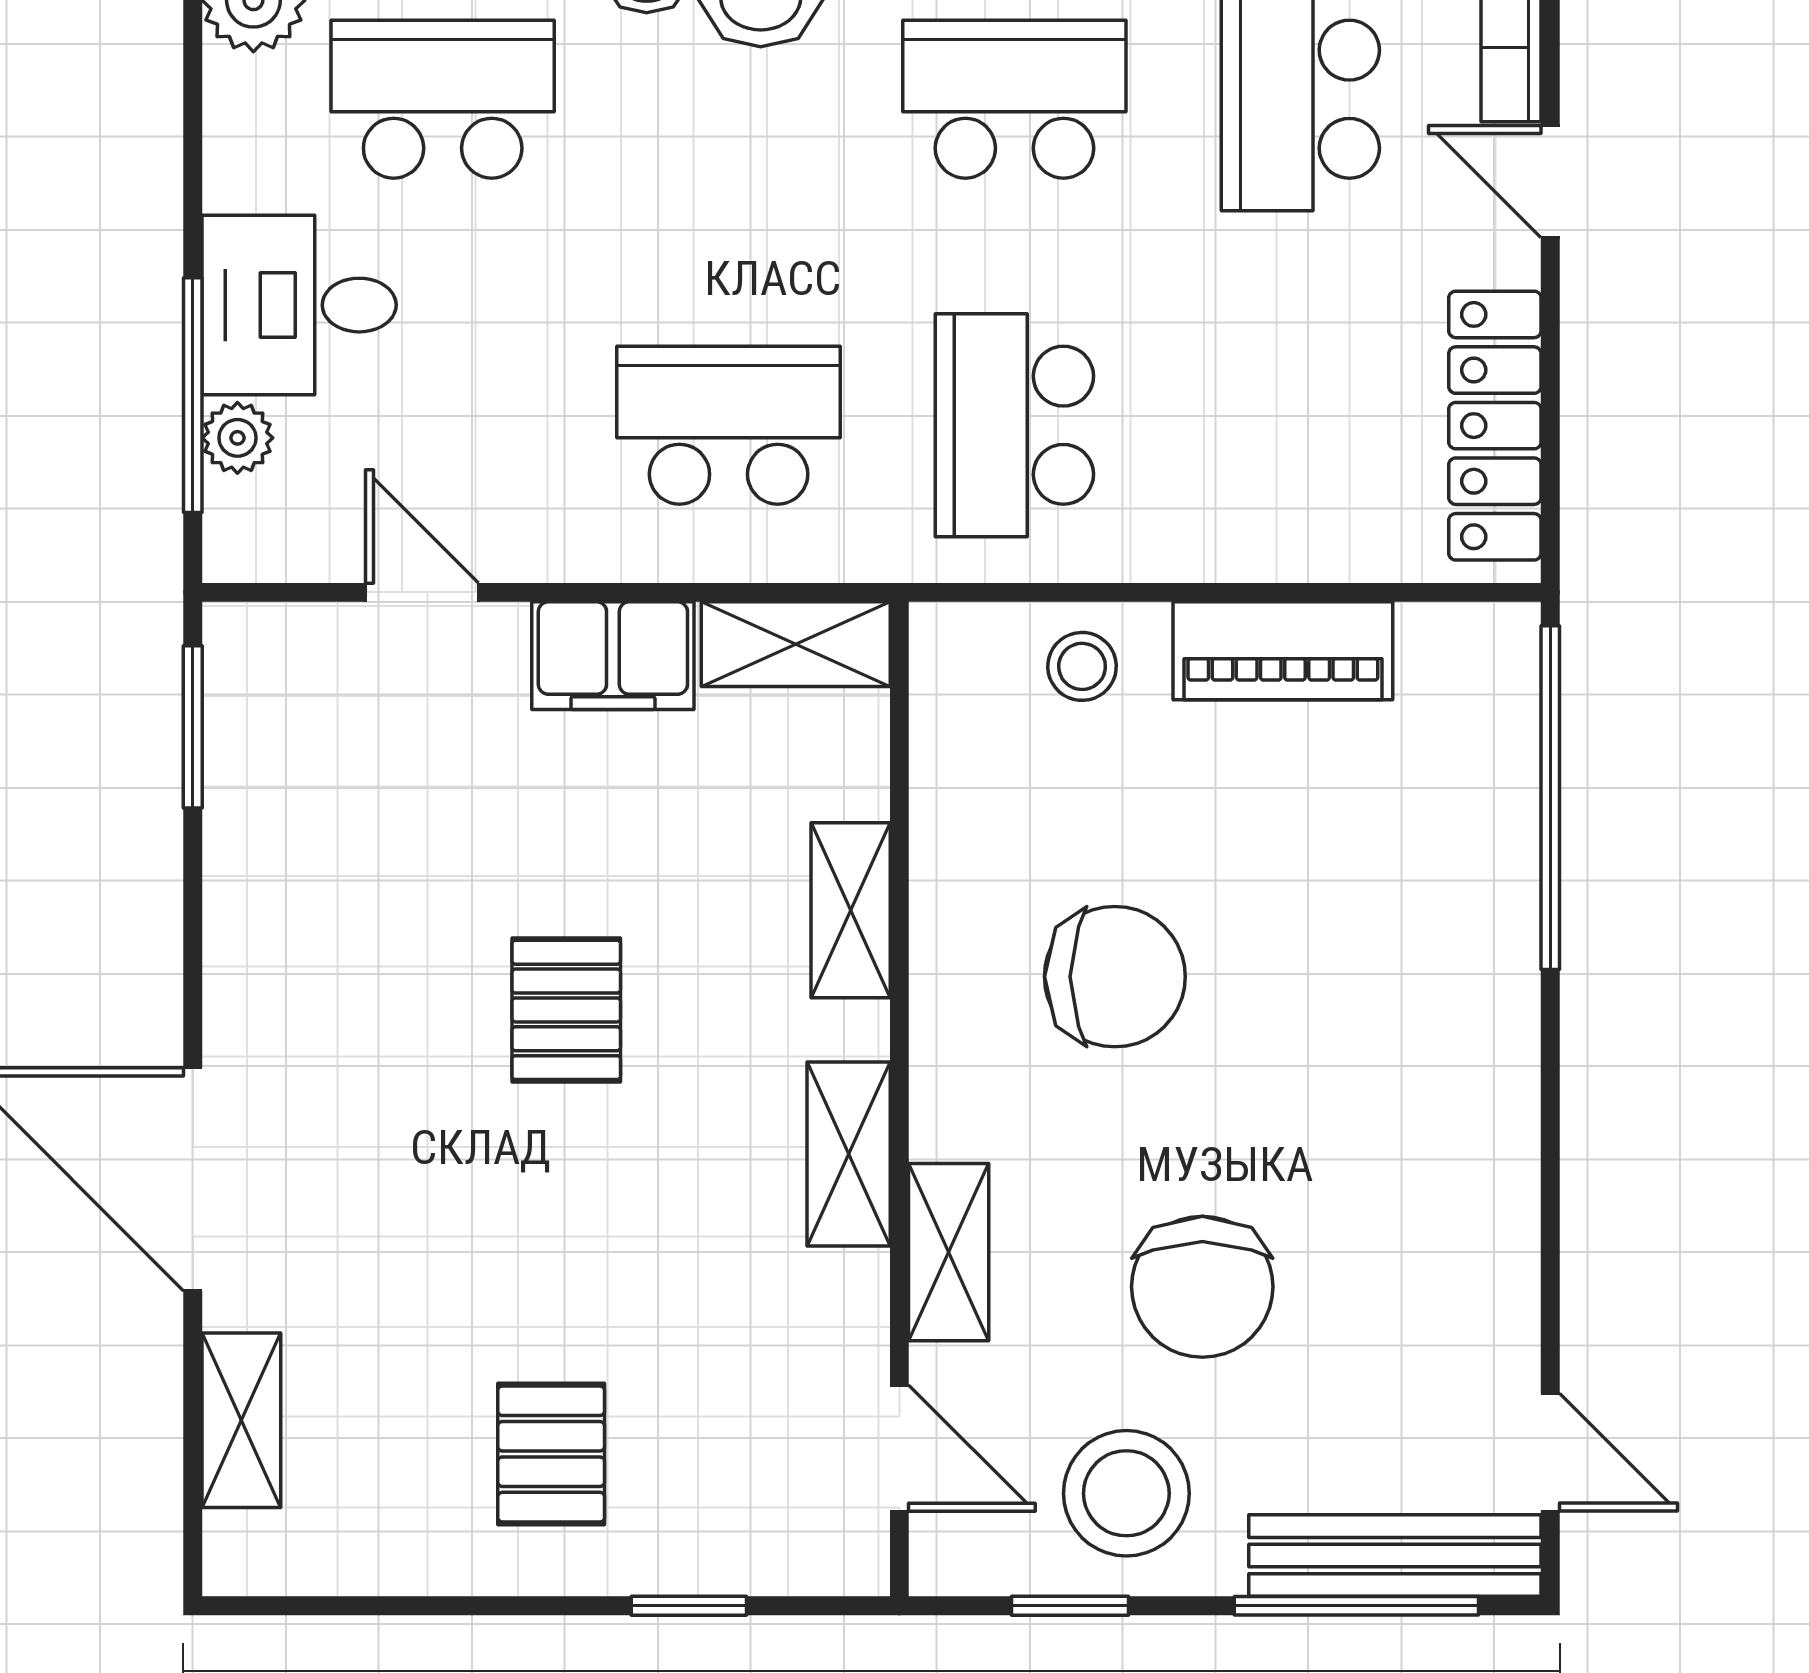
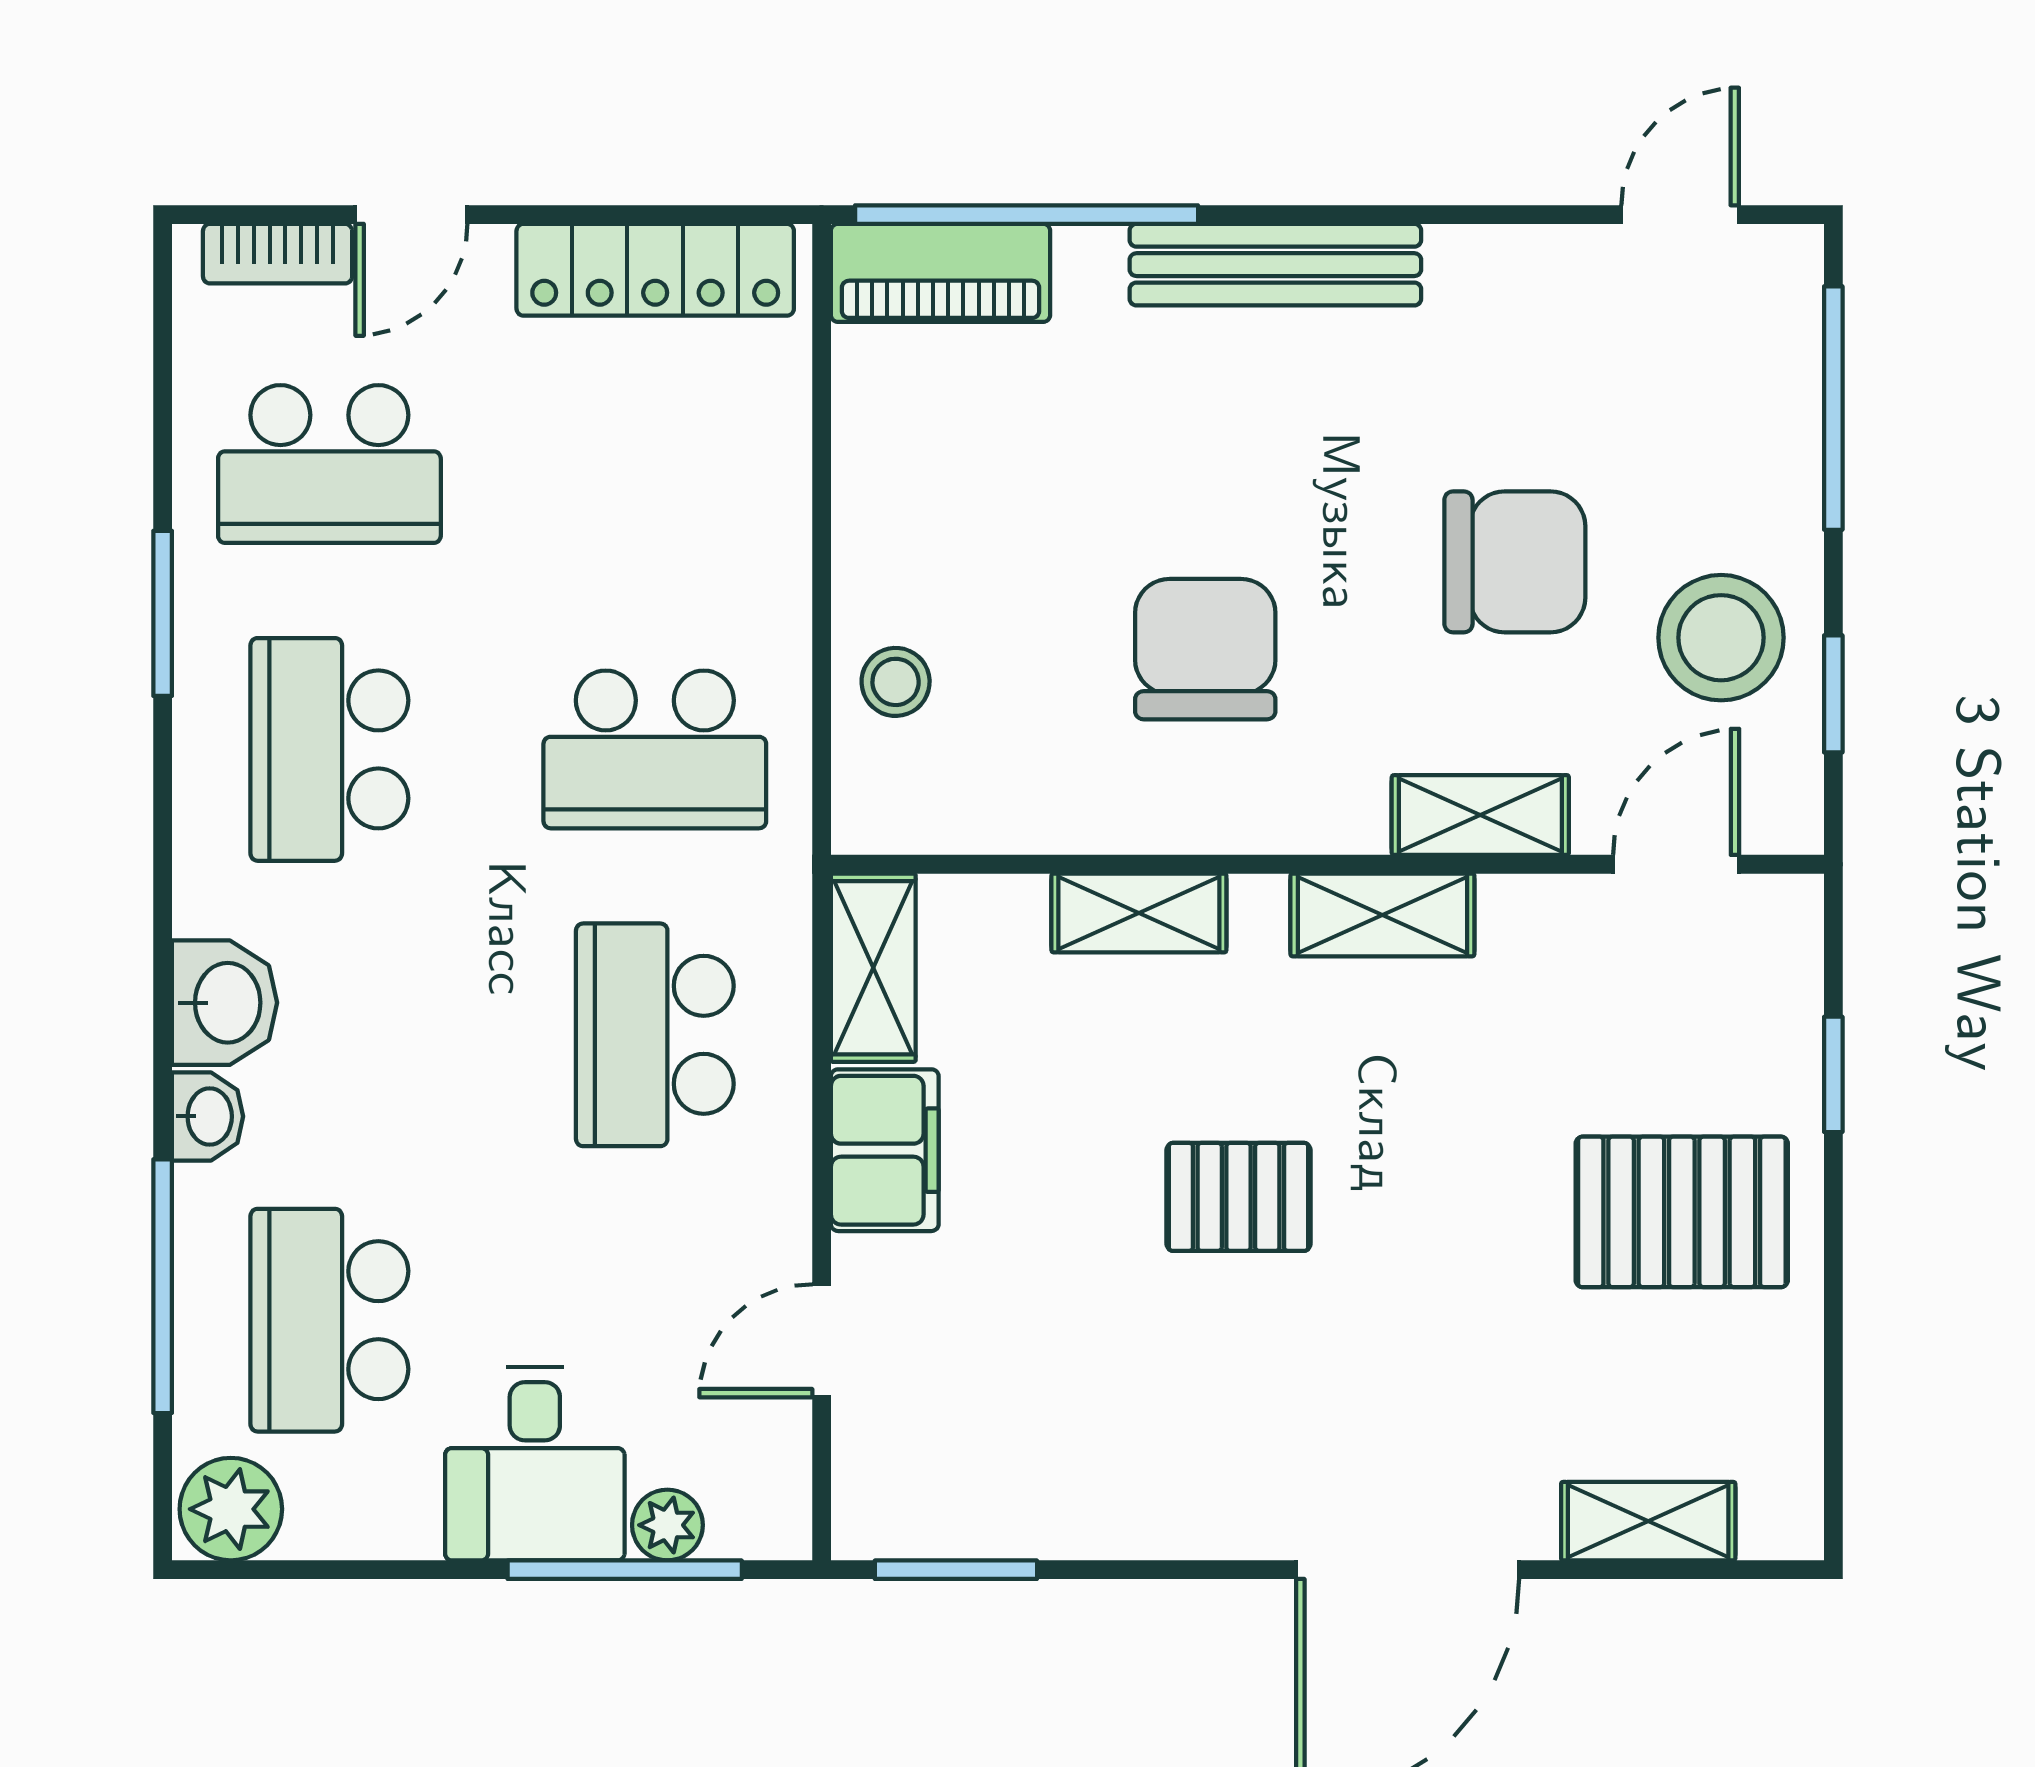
piano: (1283, 651) -> (941, 273), moved, turned 90
pallet: (551, 1454) -> (1682, 1212), width x1.50, depth x1.42
bench: (1395, 1556) -> (1275, 265), moved, turned 90

